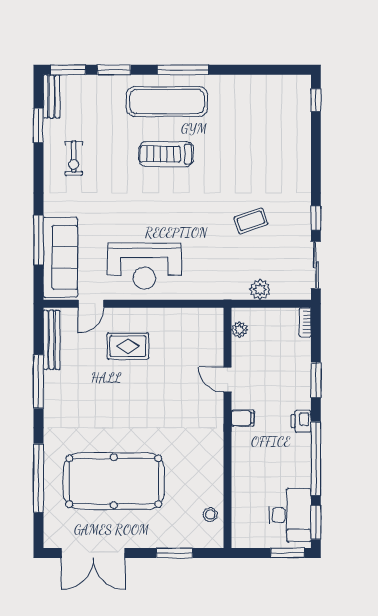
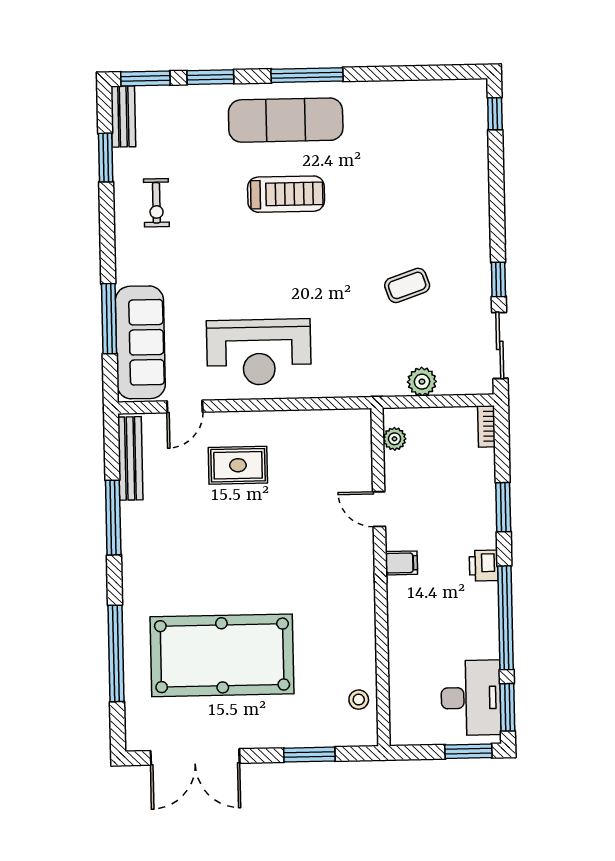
treadmill: (166, 154) -> (286, 194), turned 180

